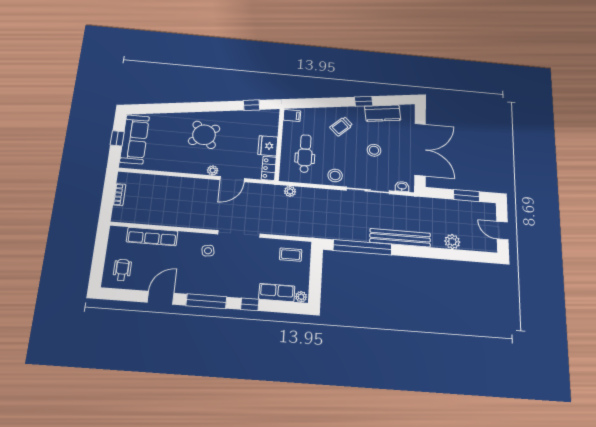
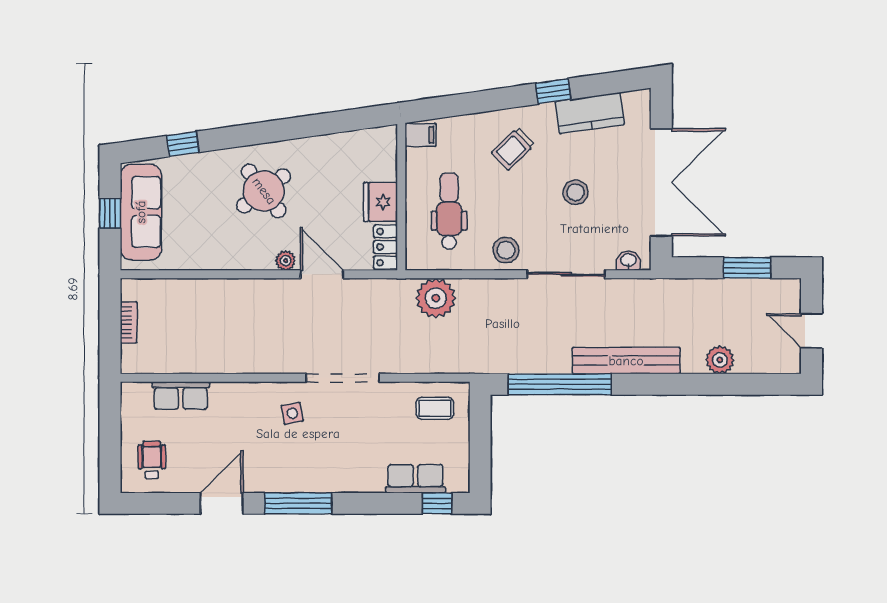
window: (252, 105) -> (183, 144), moved
door: (232, 179) -> (322, 274), swing flipped
plant: (290, 191) -> (436, 298), width x1.87, depth x1.87
row of seats: (152, 237) -> (181, 395), width x0.68
plant: (301, 297) -> (457, 483), removed
window: (250, 304) -> (437, 503), moved

